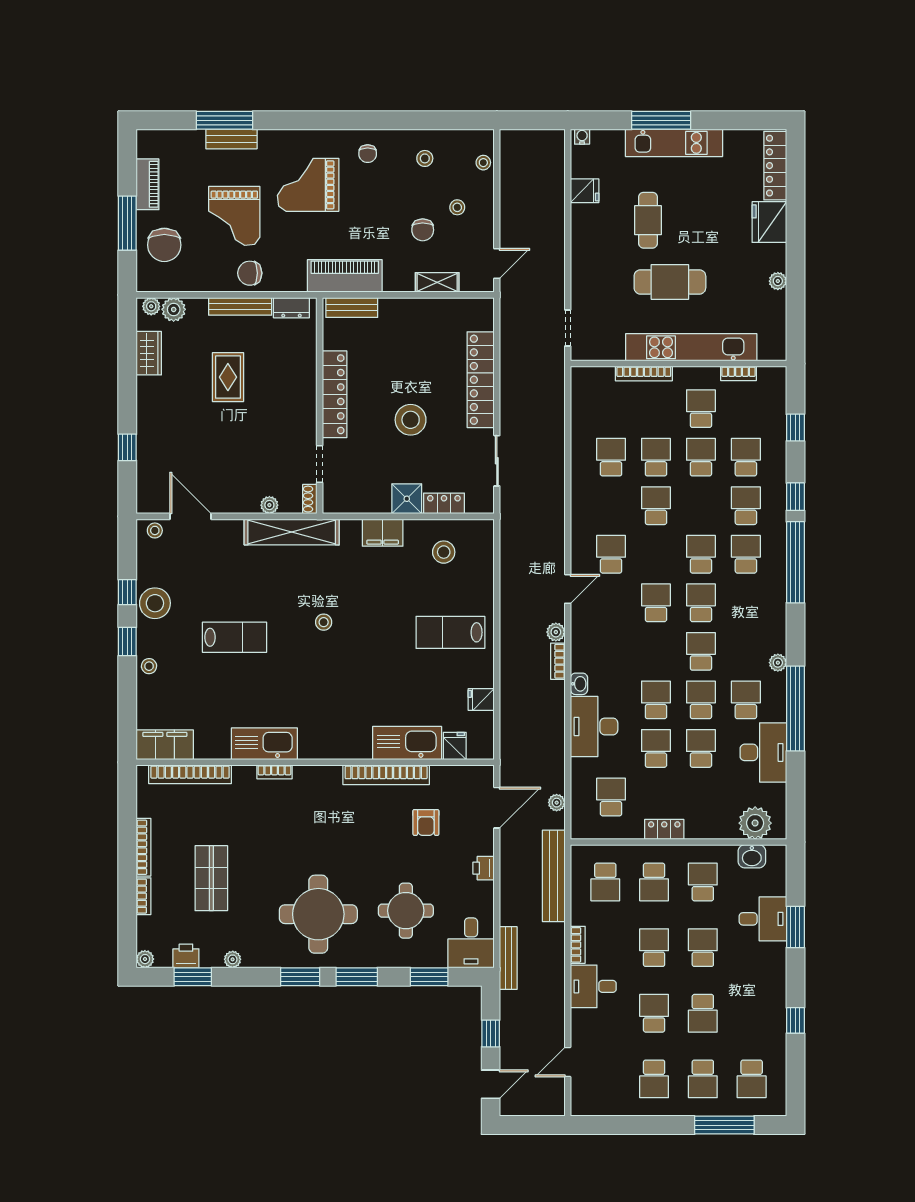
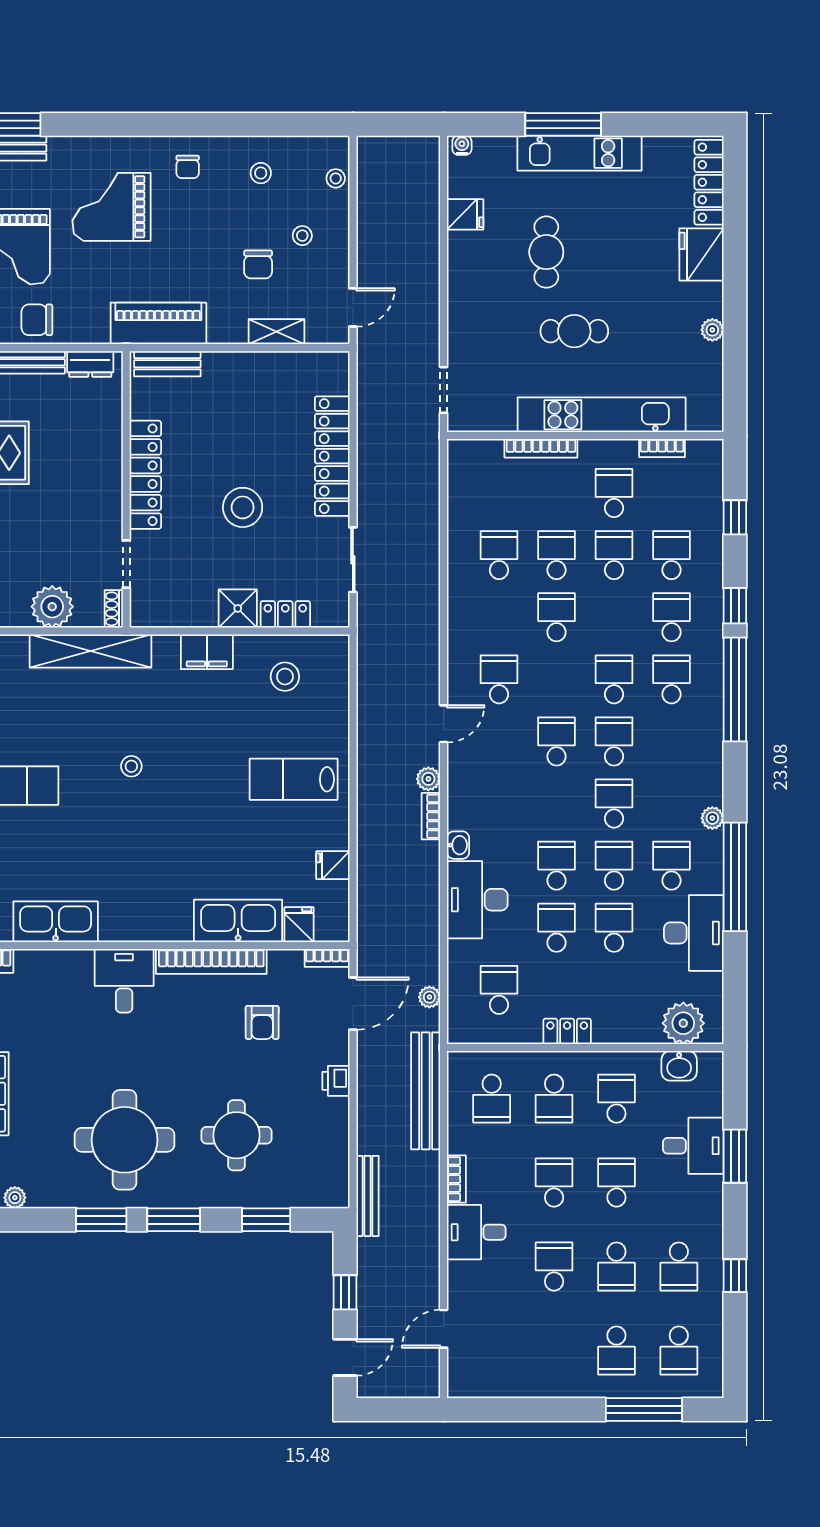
cafe table: (670, 282) -> (574, 331), width x0.73, depth x0.74
plant: (269, 505) -> (52, 607), width x1.87, depth x1.87
bookcase: (274, 772) -> (327, 958), moved
desk: (471, 943) -> (124, 981), moved, turned 180
school desk: (654, 1079) -> (679, 1267), moved

